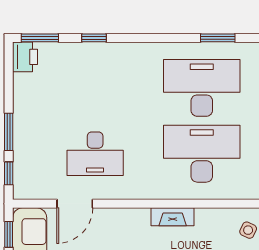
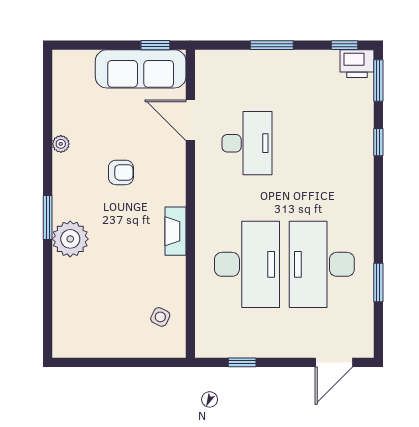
desk: (202, 88) -> (322, 264), turned 180
desk: (95, 154) -> (247, 143), turned 180
window: (9, 173) -> (345, 45), moved

